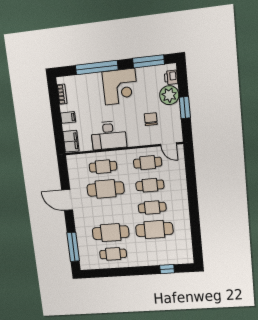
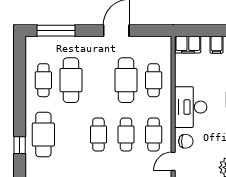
chair: (151, 119) -> (186, 141), moved
desk: (109, 135) -> (191, 107), moved
cafe table: (154, 230) -> (43, 134), moved

